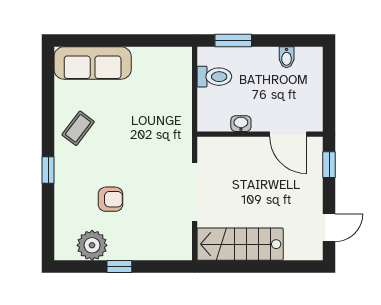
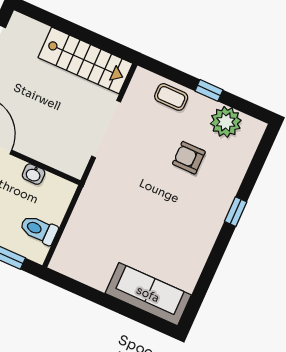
coffee table: (78, 128) -> (171, 97), moved, turned 53

